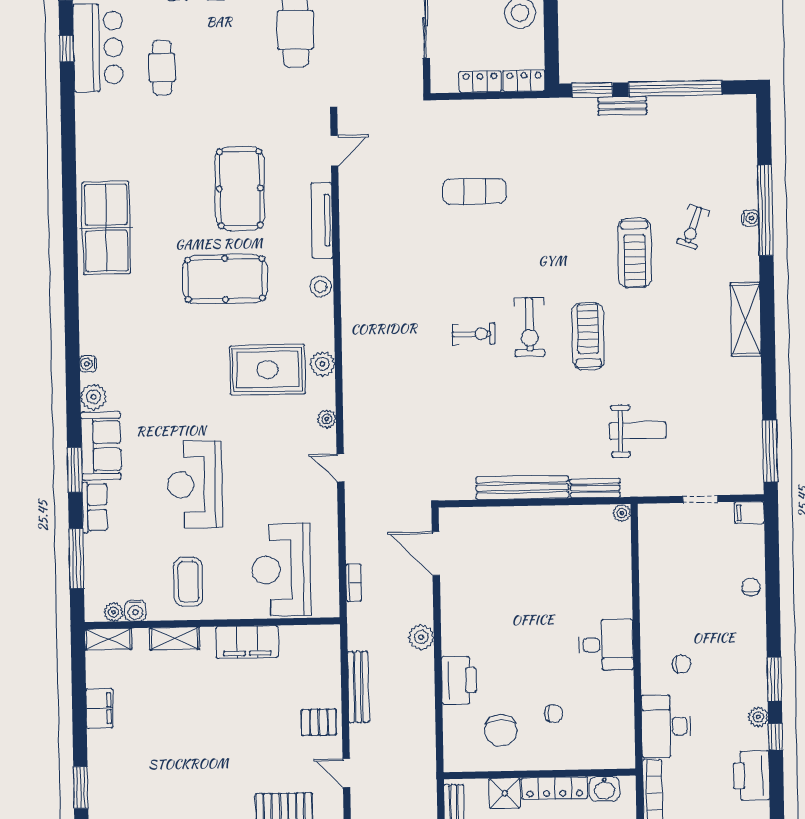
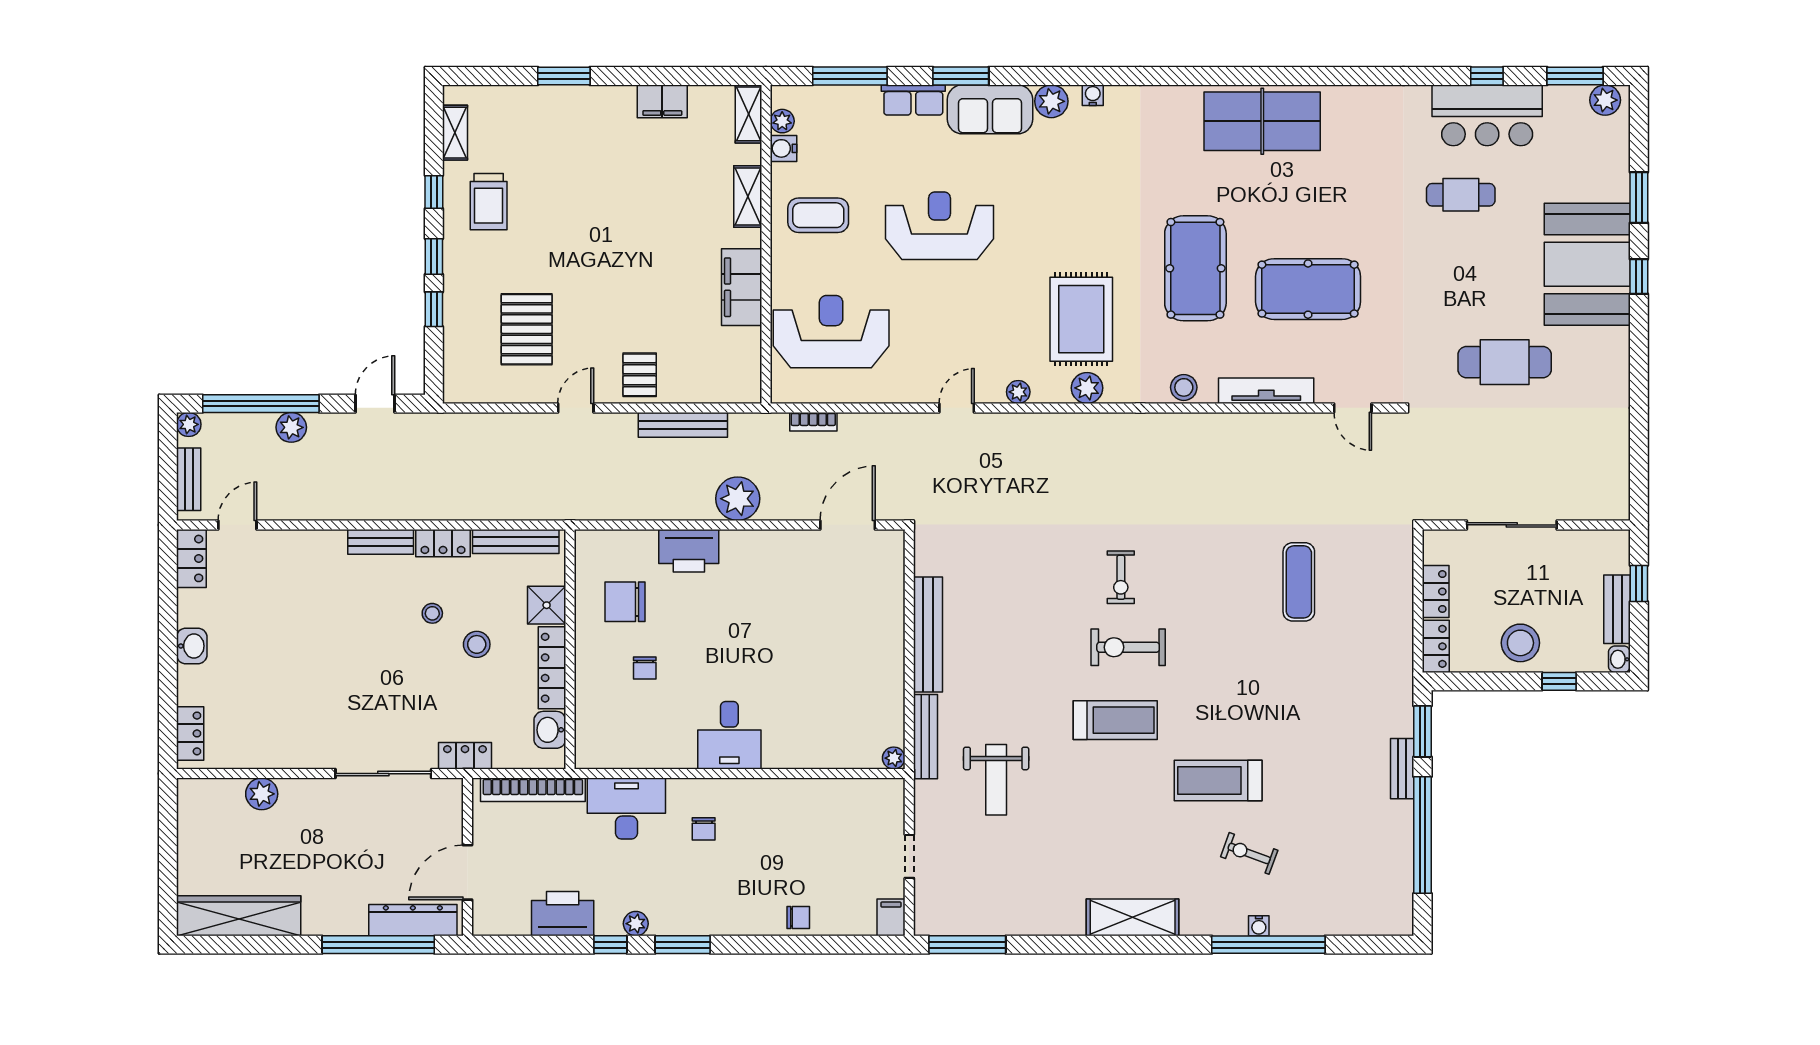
bench: (595, 488) -> (925, 737), width x1.36
plant: (421, 637) -> (738, 499), width x1.36, depth x1.36

